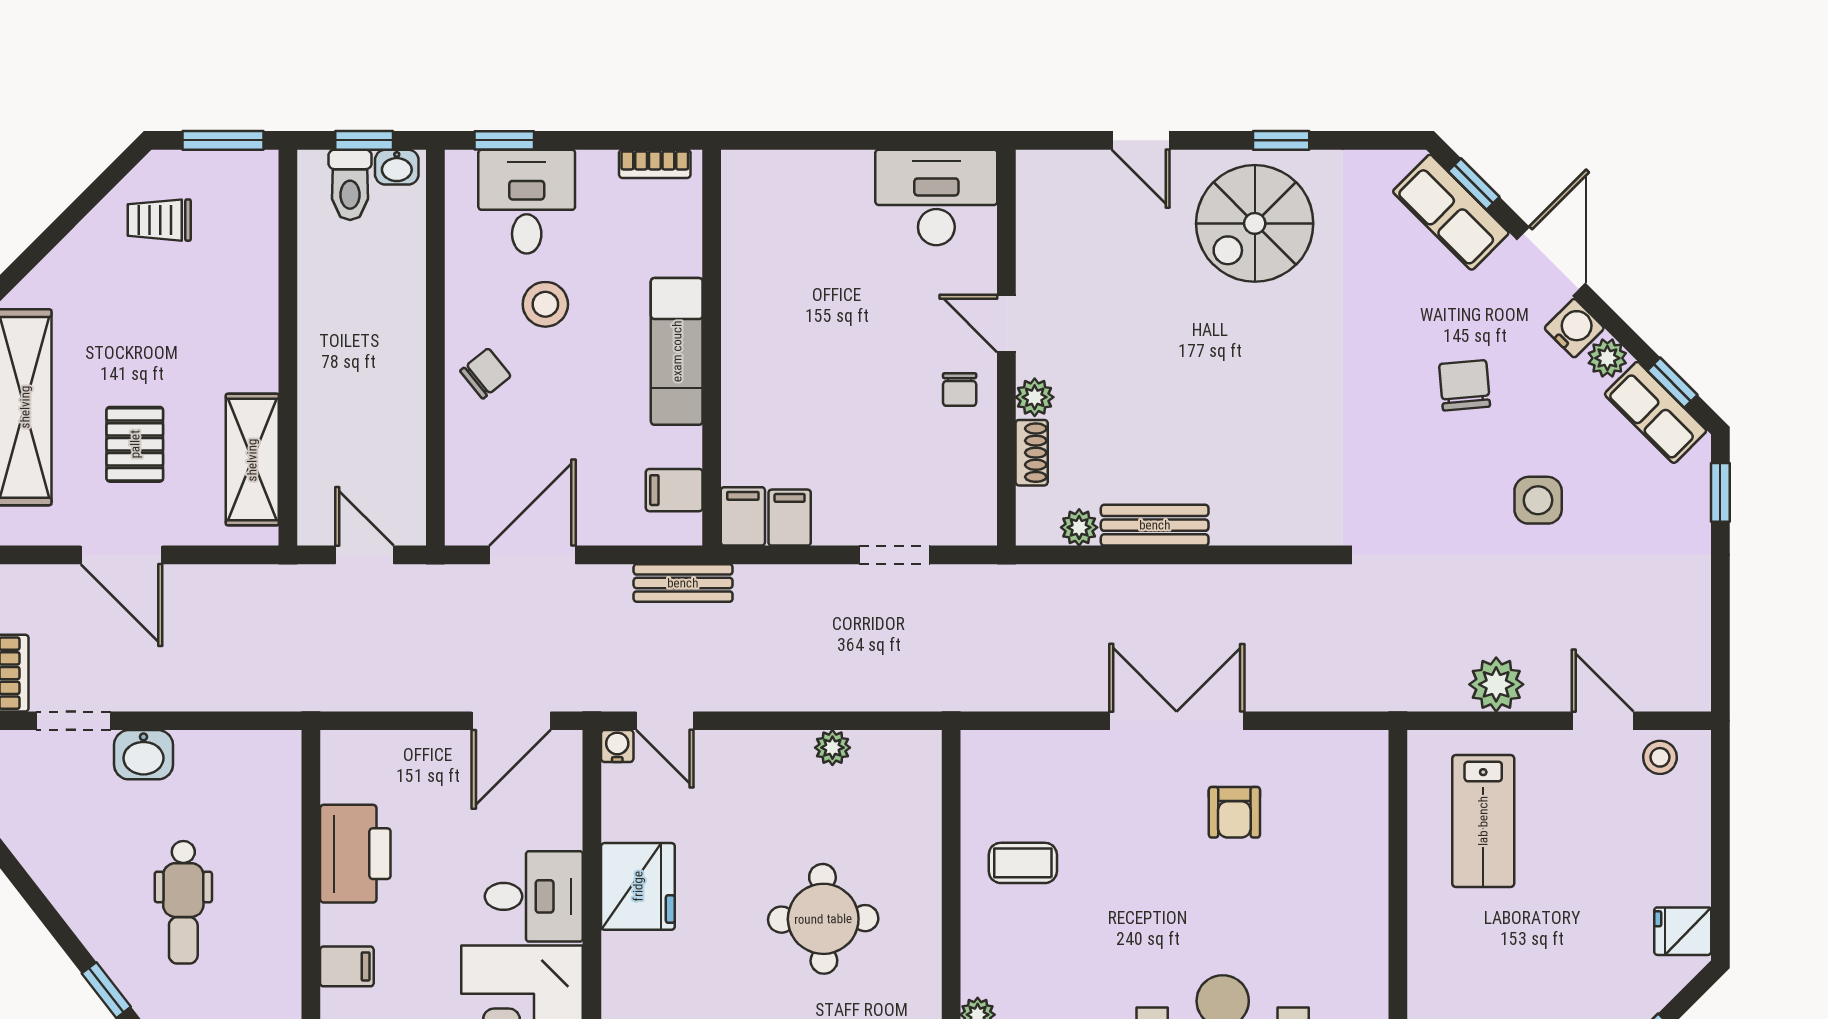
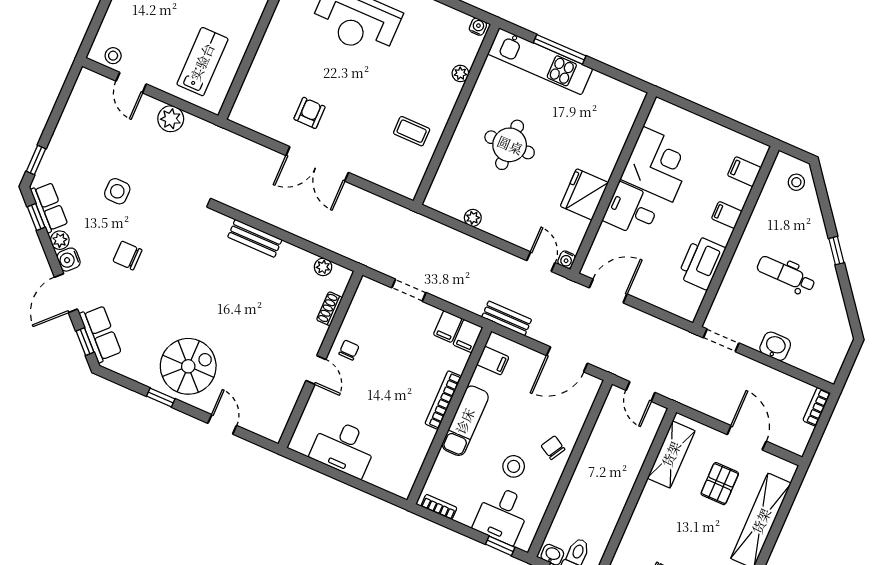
desk: (936, 197) -> (344, 448), moved
chair: (485, 373) -> (553, 448), turned 69
bookcase: (737, 373) -> (443, 400), added
chair: (1465, 385) -> (127, 255), turned 95
plant: (1035, 397) -> (318, 332), removed
bench: (1155, 525) -> (255, 238), moved
doorway: (74, 721) -> (721, 340), moved
dental chair: (183, 902) -> (786, 274), turned -90

